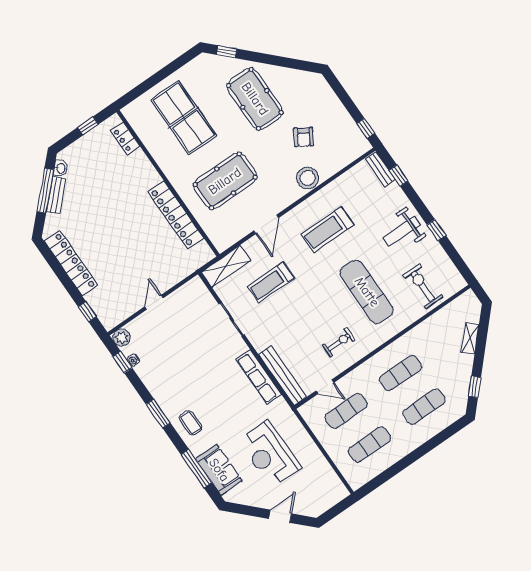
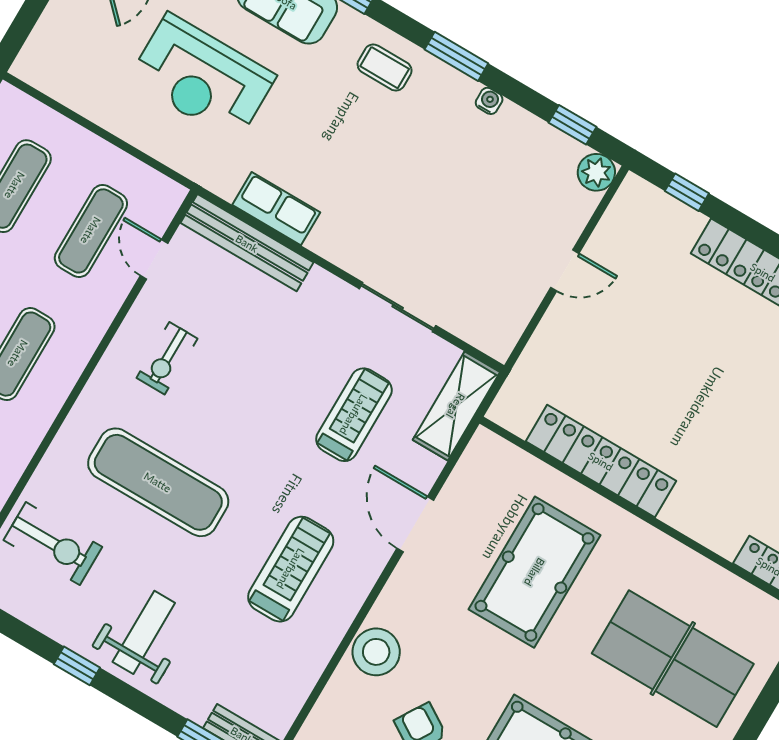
door: (154, 302) -> (565, 270), hinge flipped
water cooler: (133, 360) -> (489, 101), moved
row of seats: (259, 377) -> (276, 209), width x0.68
door: (325, 387) -> (154, 259), hinge flipped
reception desk: (270, 454) -> (202, 78), turned 180

